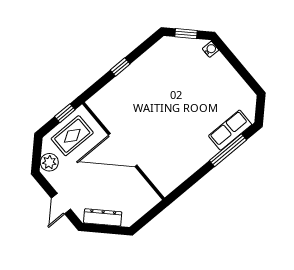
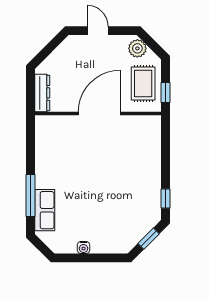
water cooler: (211, 49) -> (84, 248), moved
window: (120, 67) -> (166, 199), moved
dresser: (103, 217) -> (42, 93), moved, turned -45

